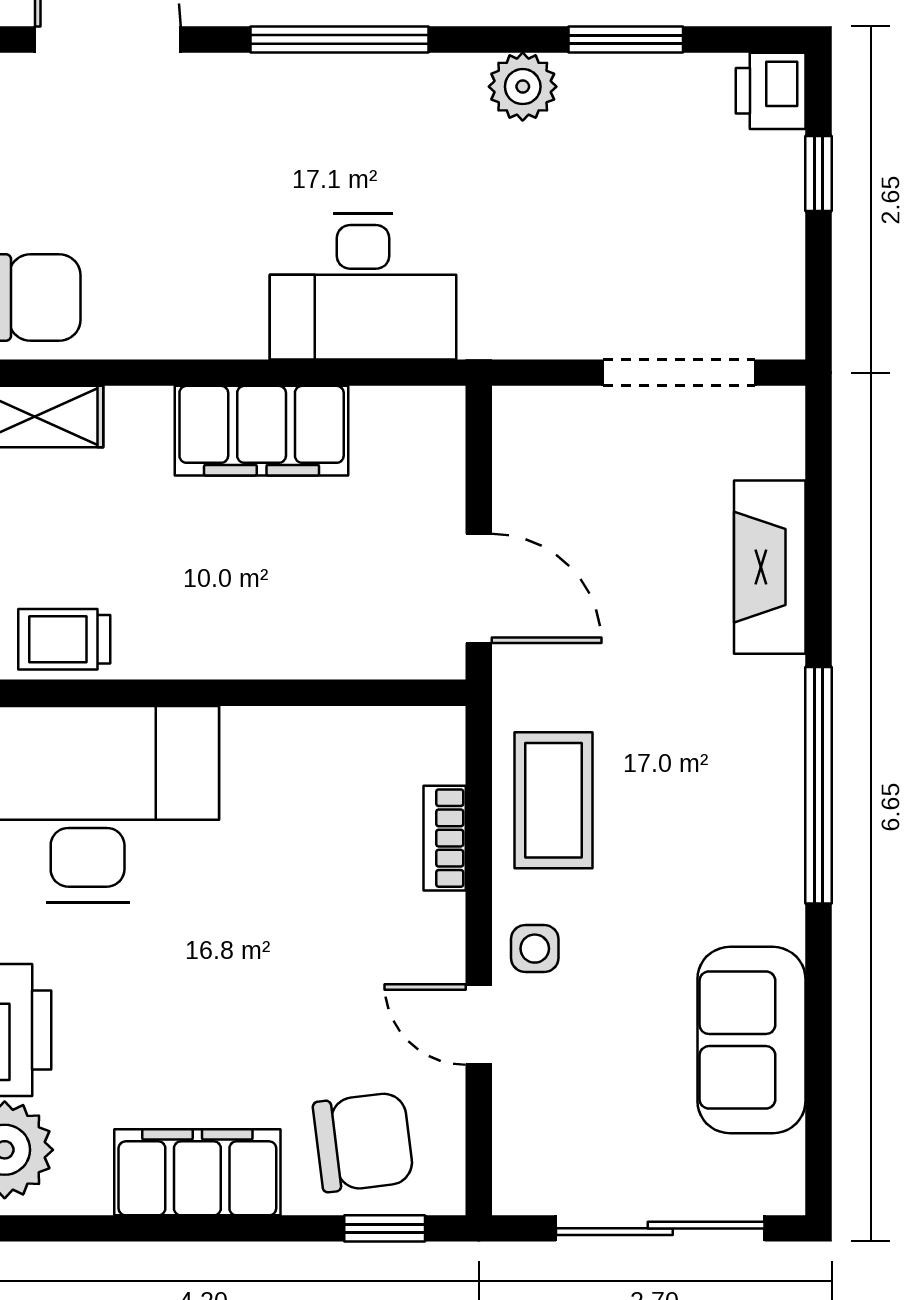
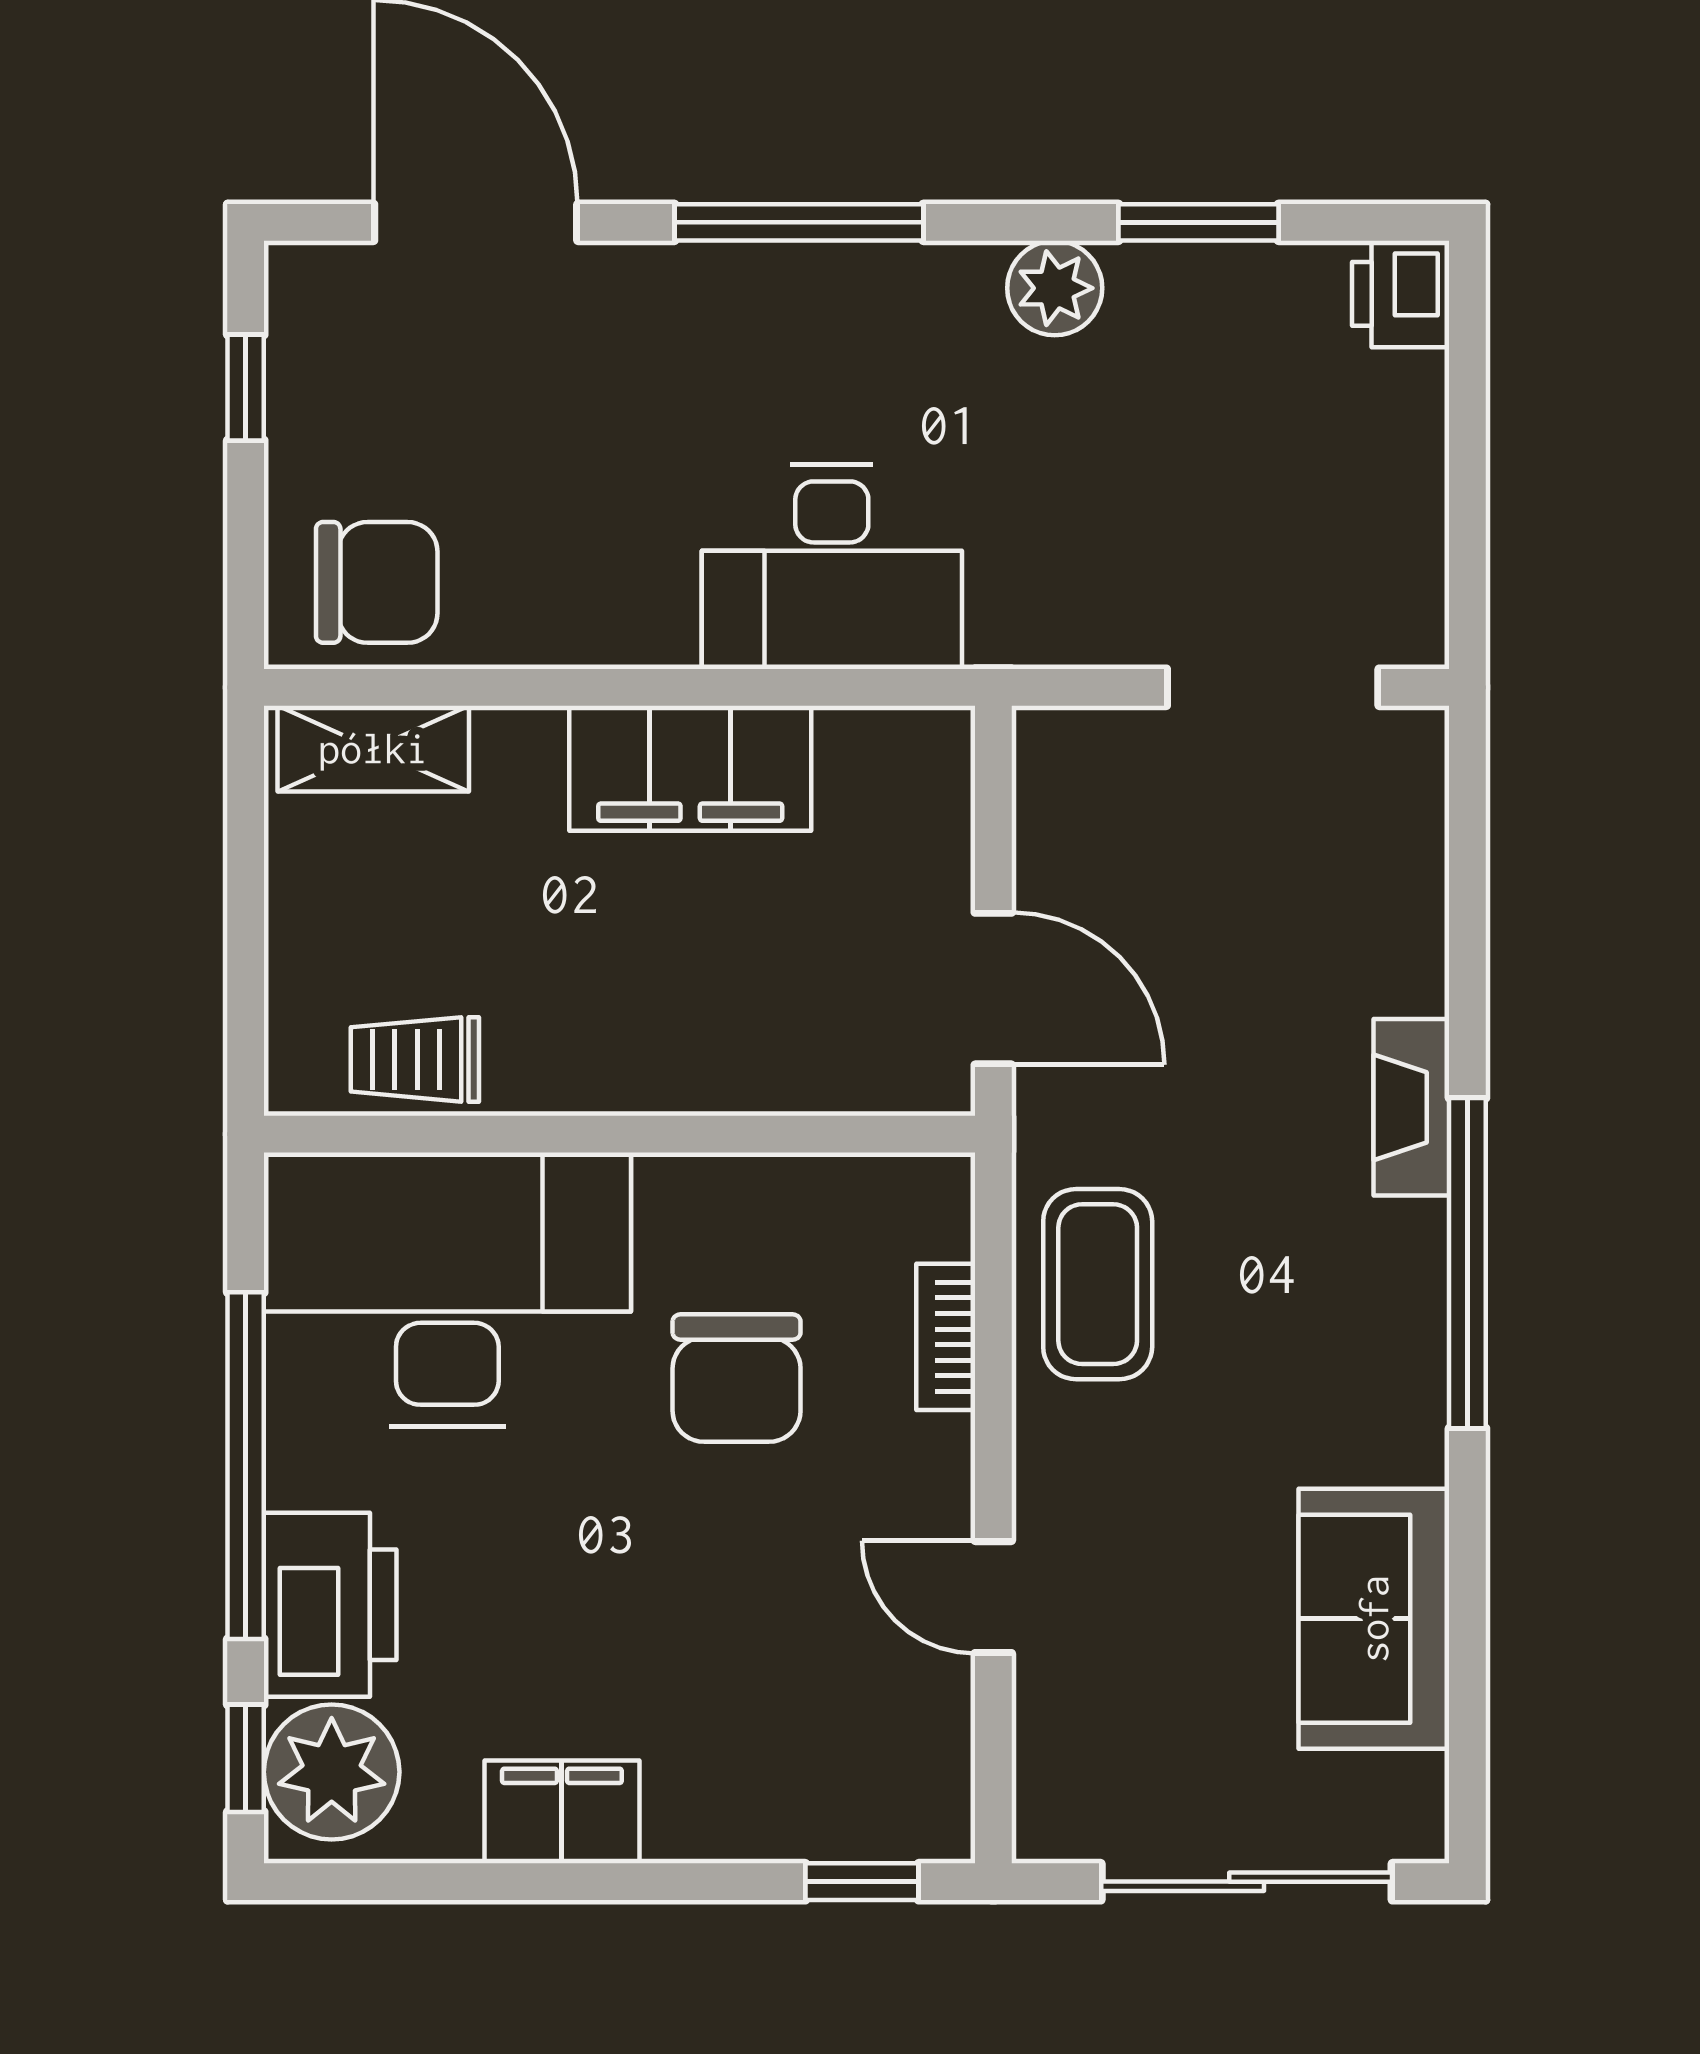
window: (818, 174) -> (1467, 409), removed
fireplace: (770, 567) -> (1411, 1107), moved, width x0.73, depth x0.76
side table: (535, 949) -> (1071, 1491), removed
chair: (363, 1142) -> (737, 1378), moved, turned 97
filing cabinet: (197, 1172) -> (562, 1812), width x0.67, depth x0.86

